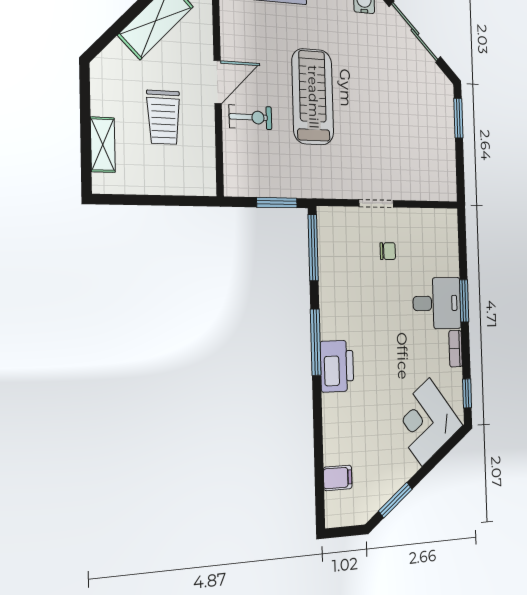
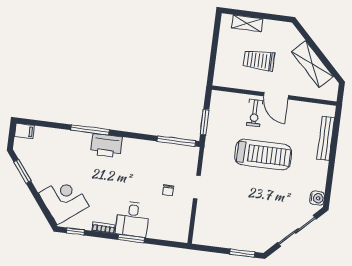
window: (316, 342) -> (90, 130), moved
filing cabinet: (338, 478) -> (24, 131), moved, turned -90

